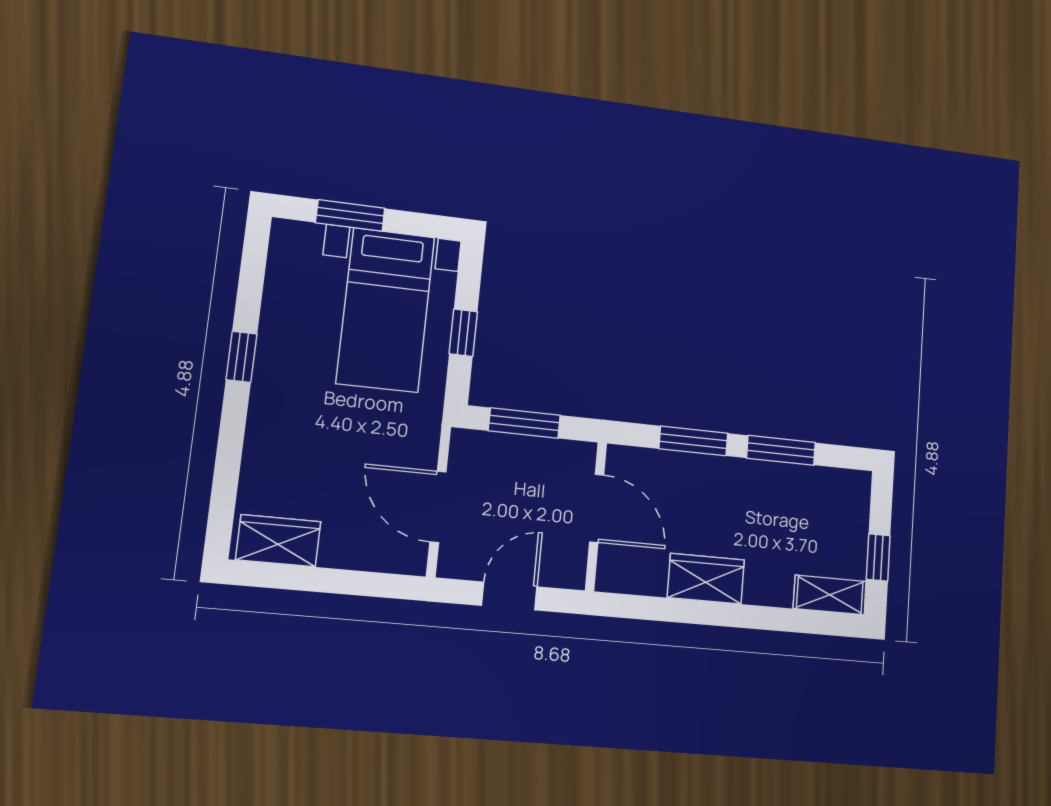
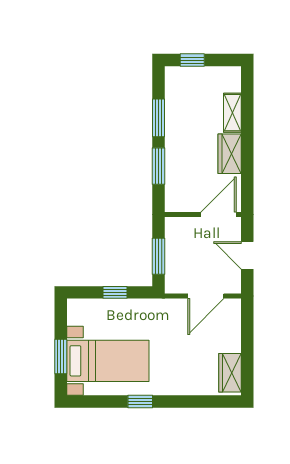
bed with nightstands: (386, 310) -> (108, 361), moved
door: (597, 508) -> (219, 215), moved
window: (878, 557) -> (192, 60), moved
shelving: (830, 595) -> (232, 113), moved

